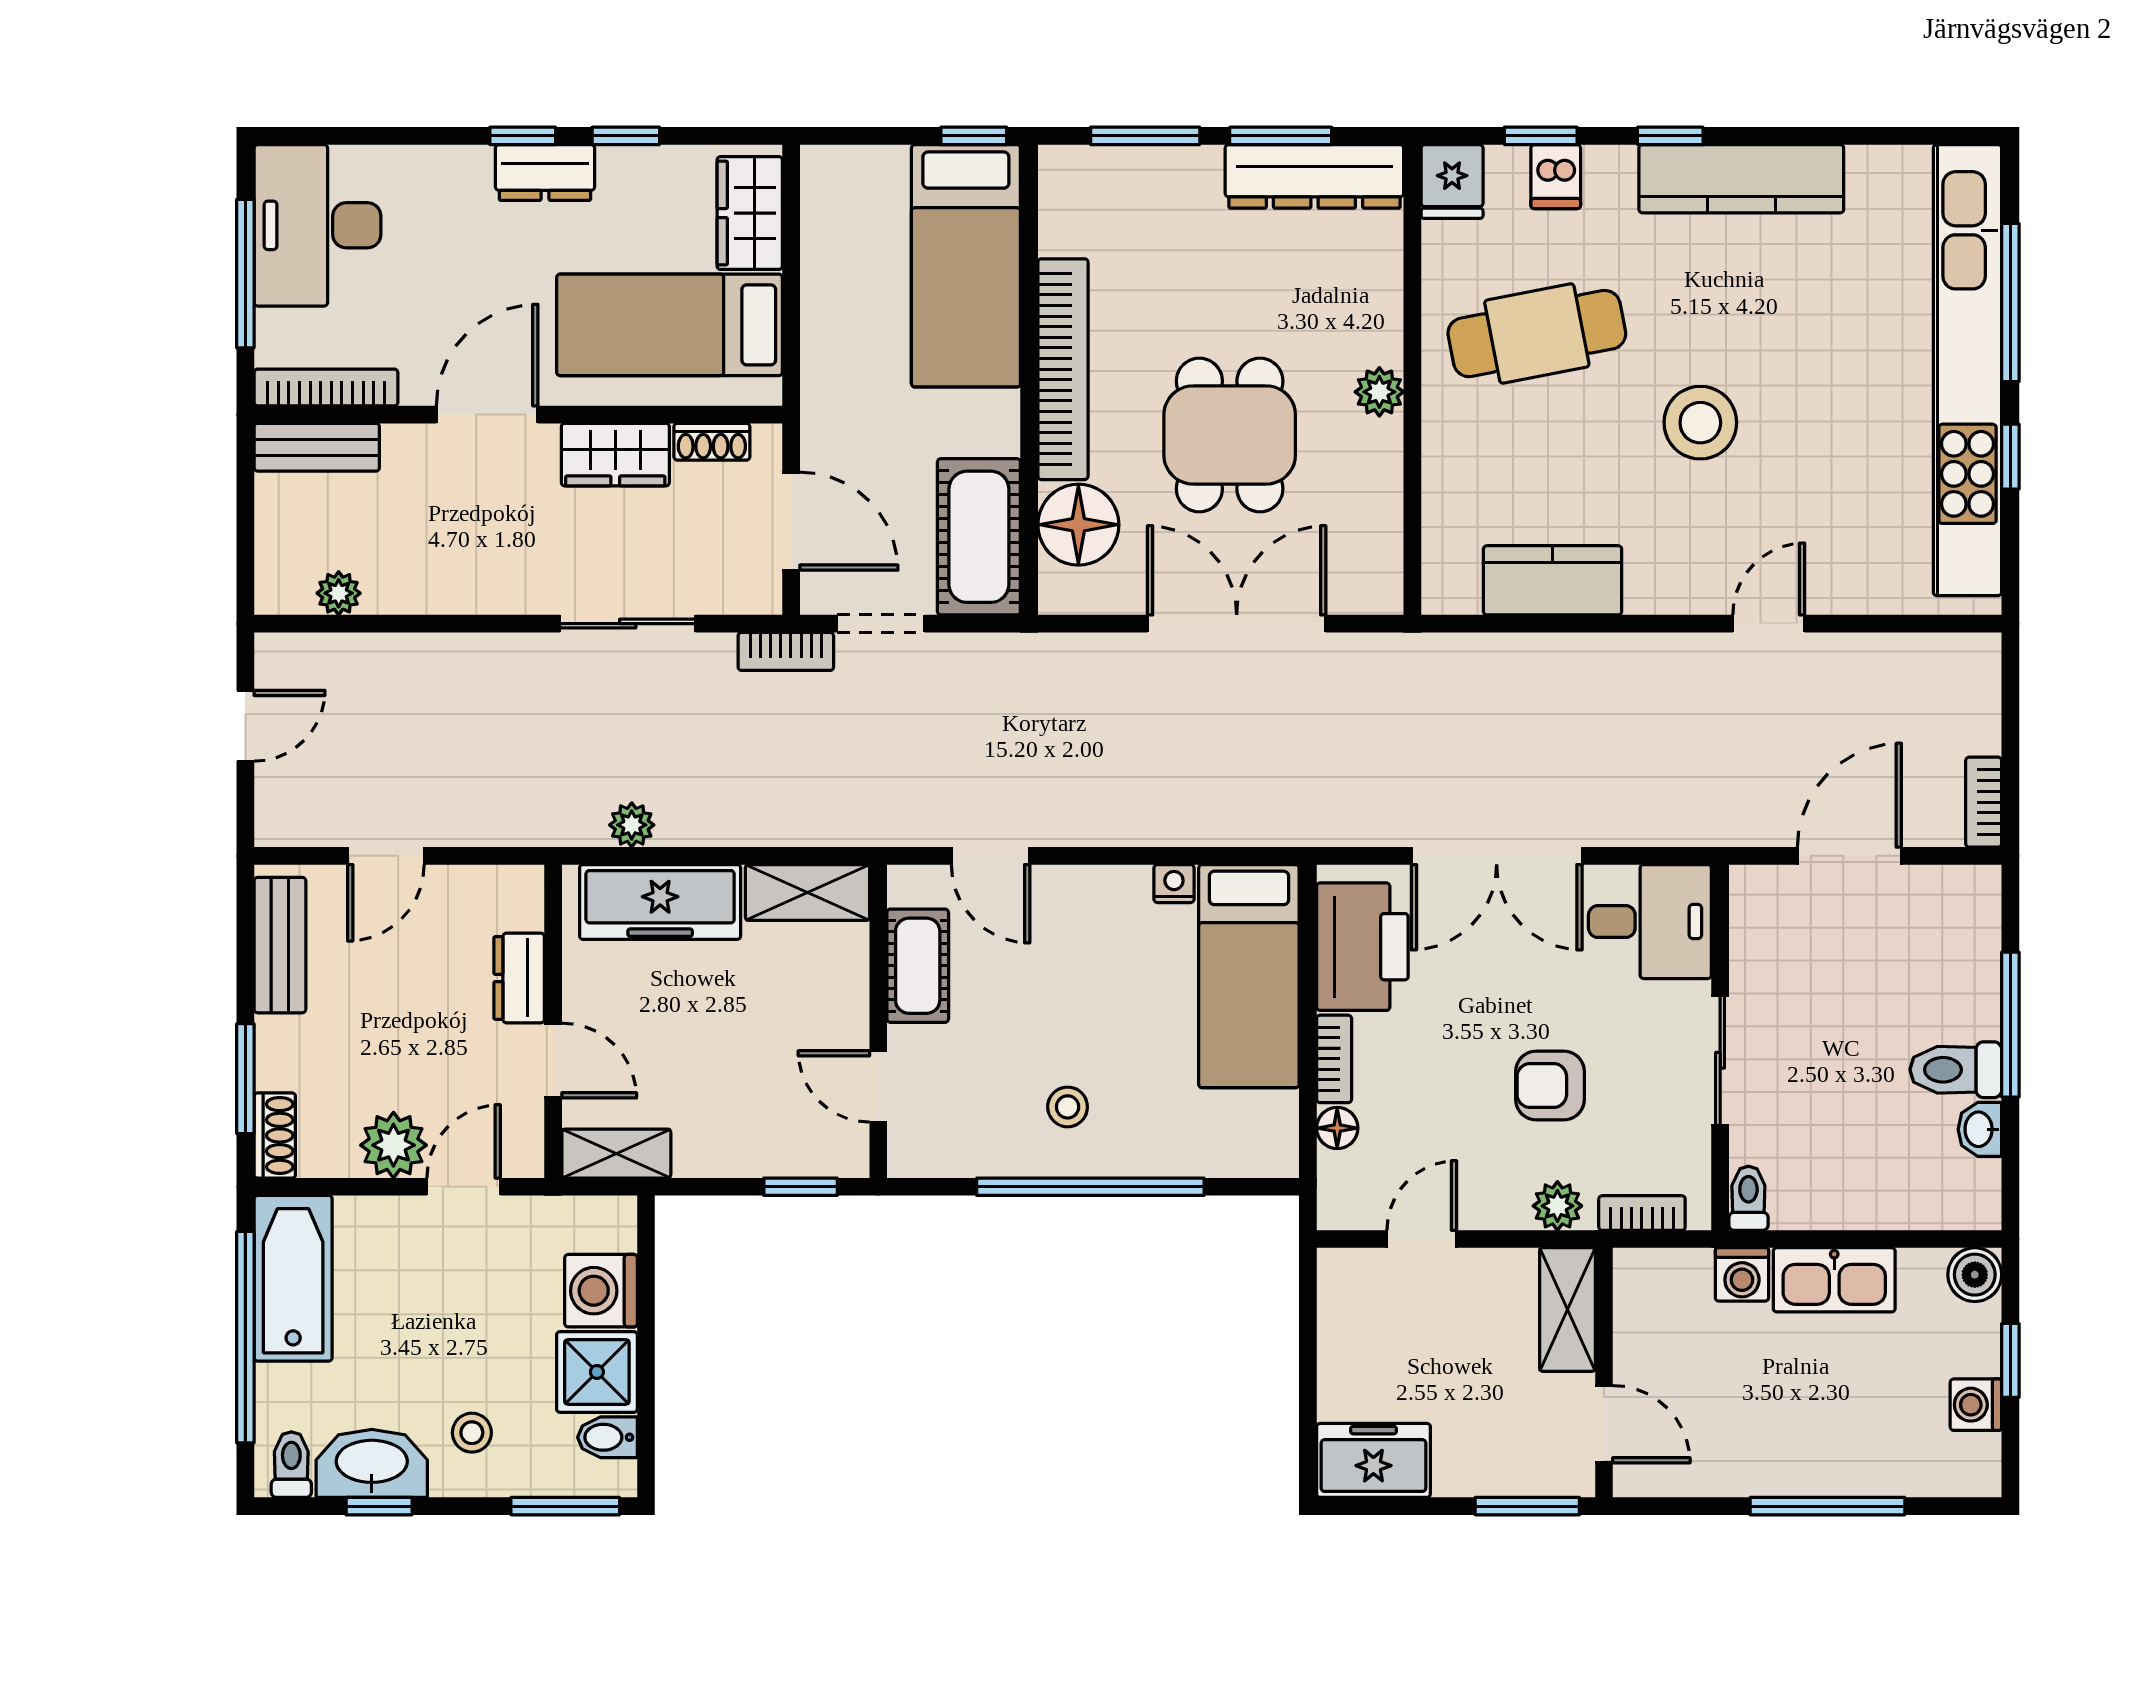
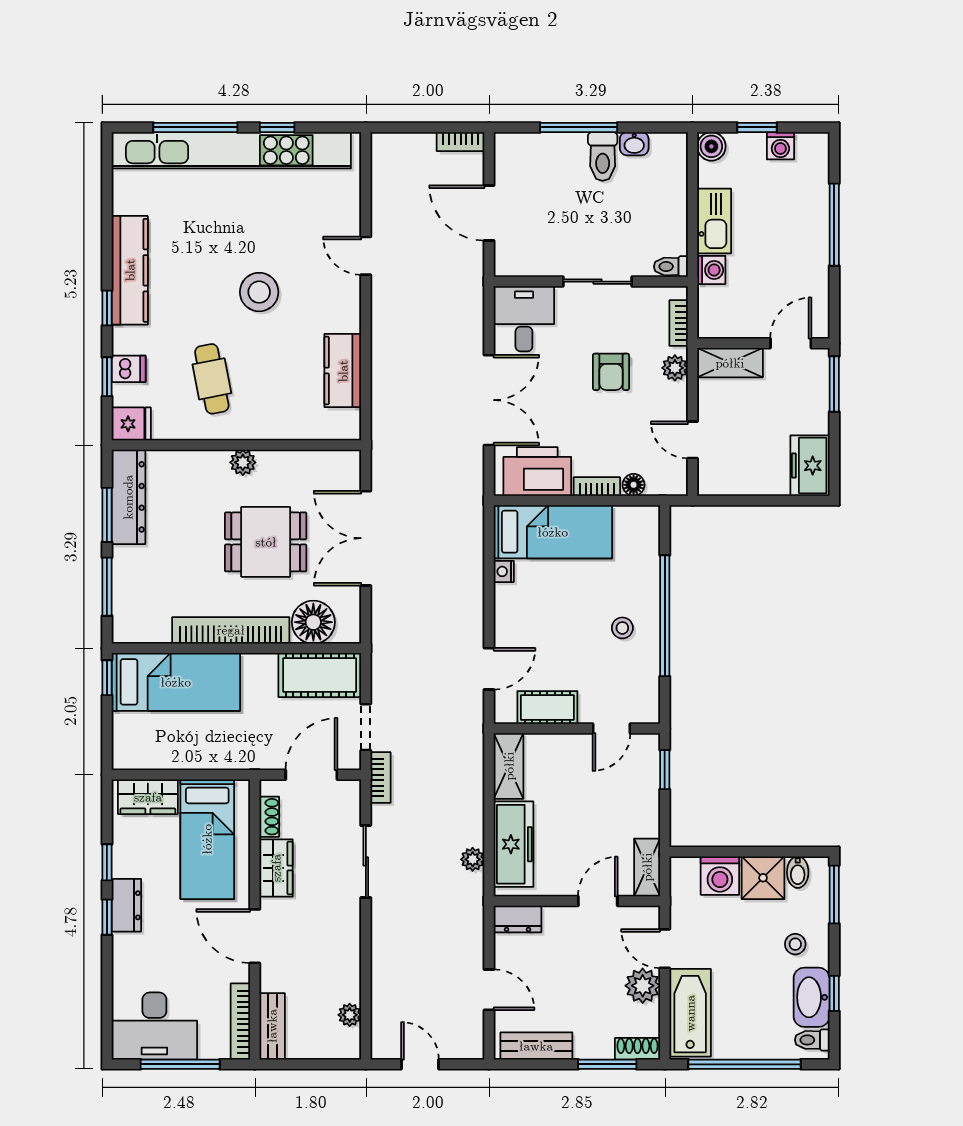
cafe table: (1537, 334) -> (212, 379), width x0.73, depth x0.74
dresser: (519, 978) -> (518, 919), moved
bathtub: (293, 1278) -> (690, 1013), moved, turned 90

